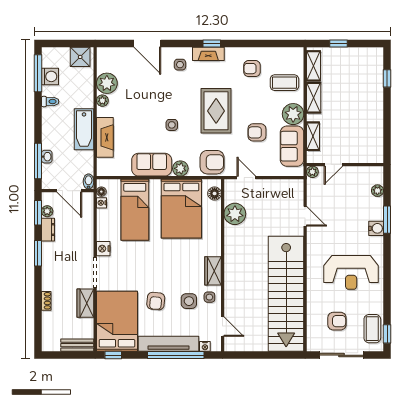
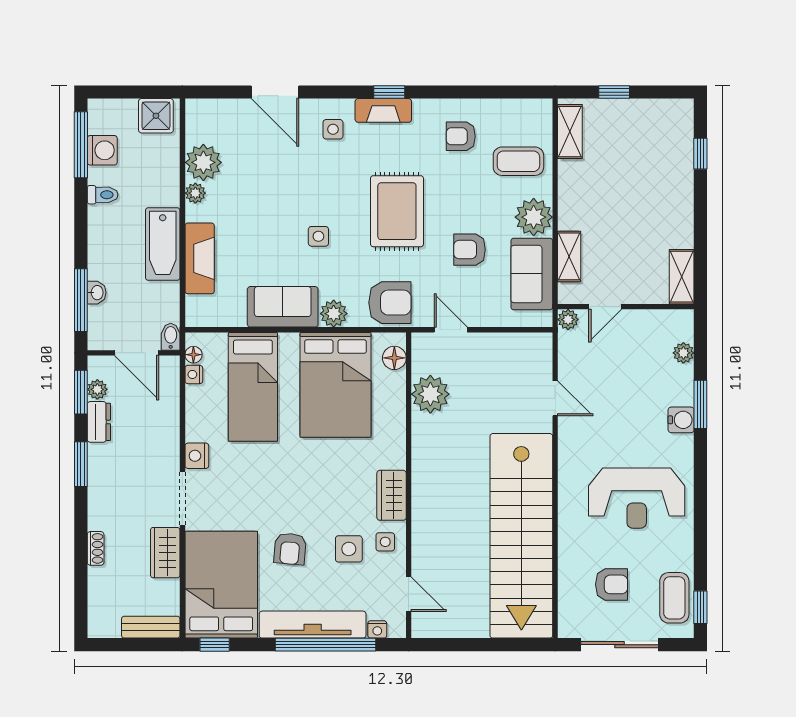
shelving: (314, 98) -> (682, 277), moved

